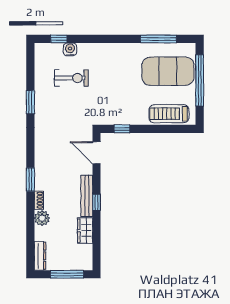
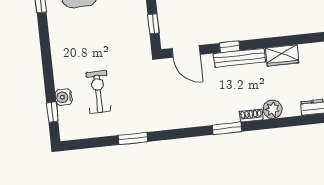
door: (97, 153) -> (186, 51), hinge flipped
window: (97, 202) -> (230, 47), moved

